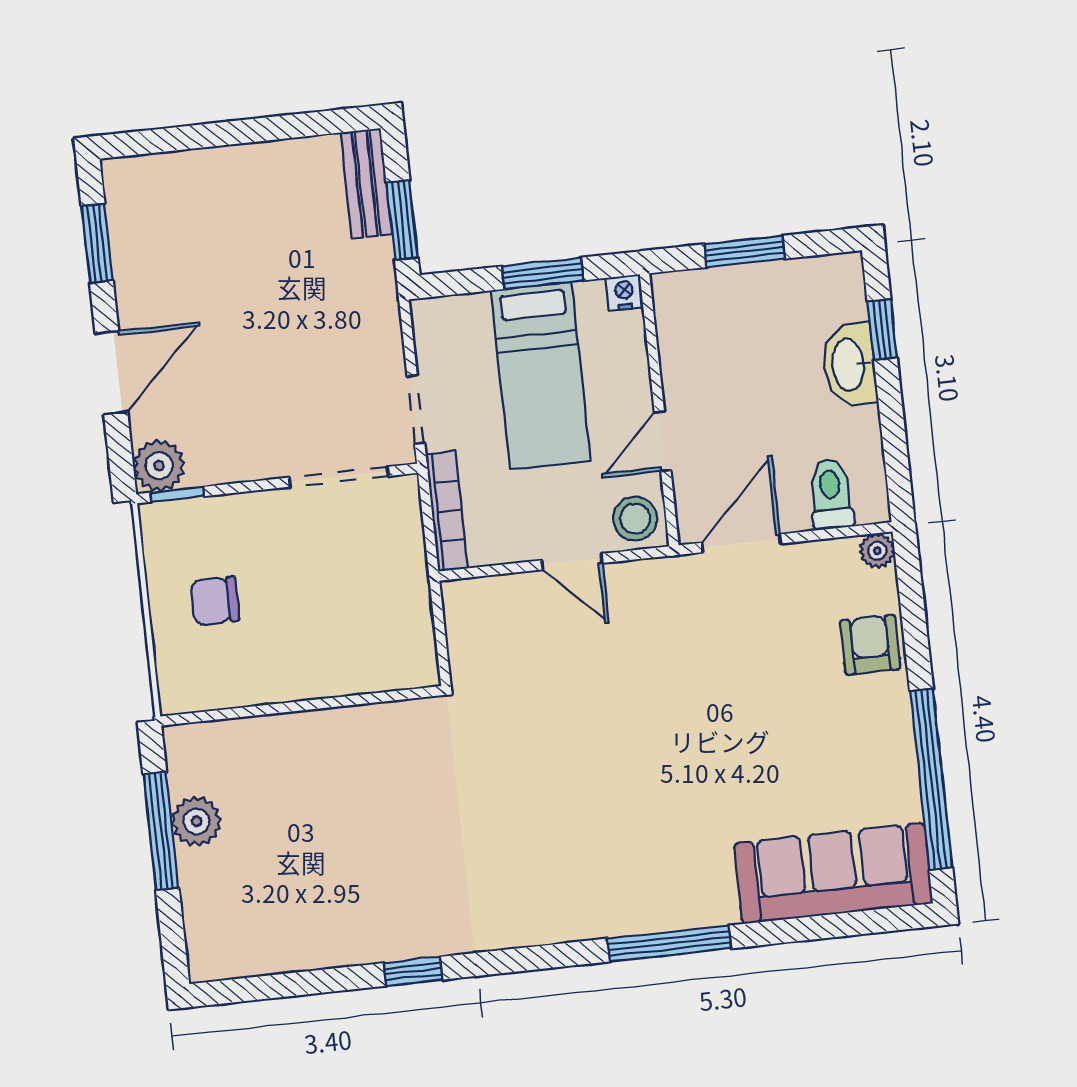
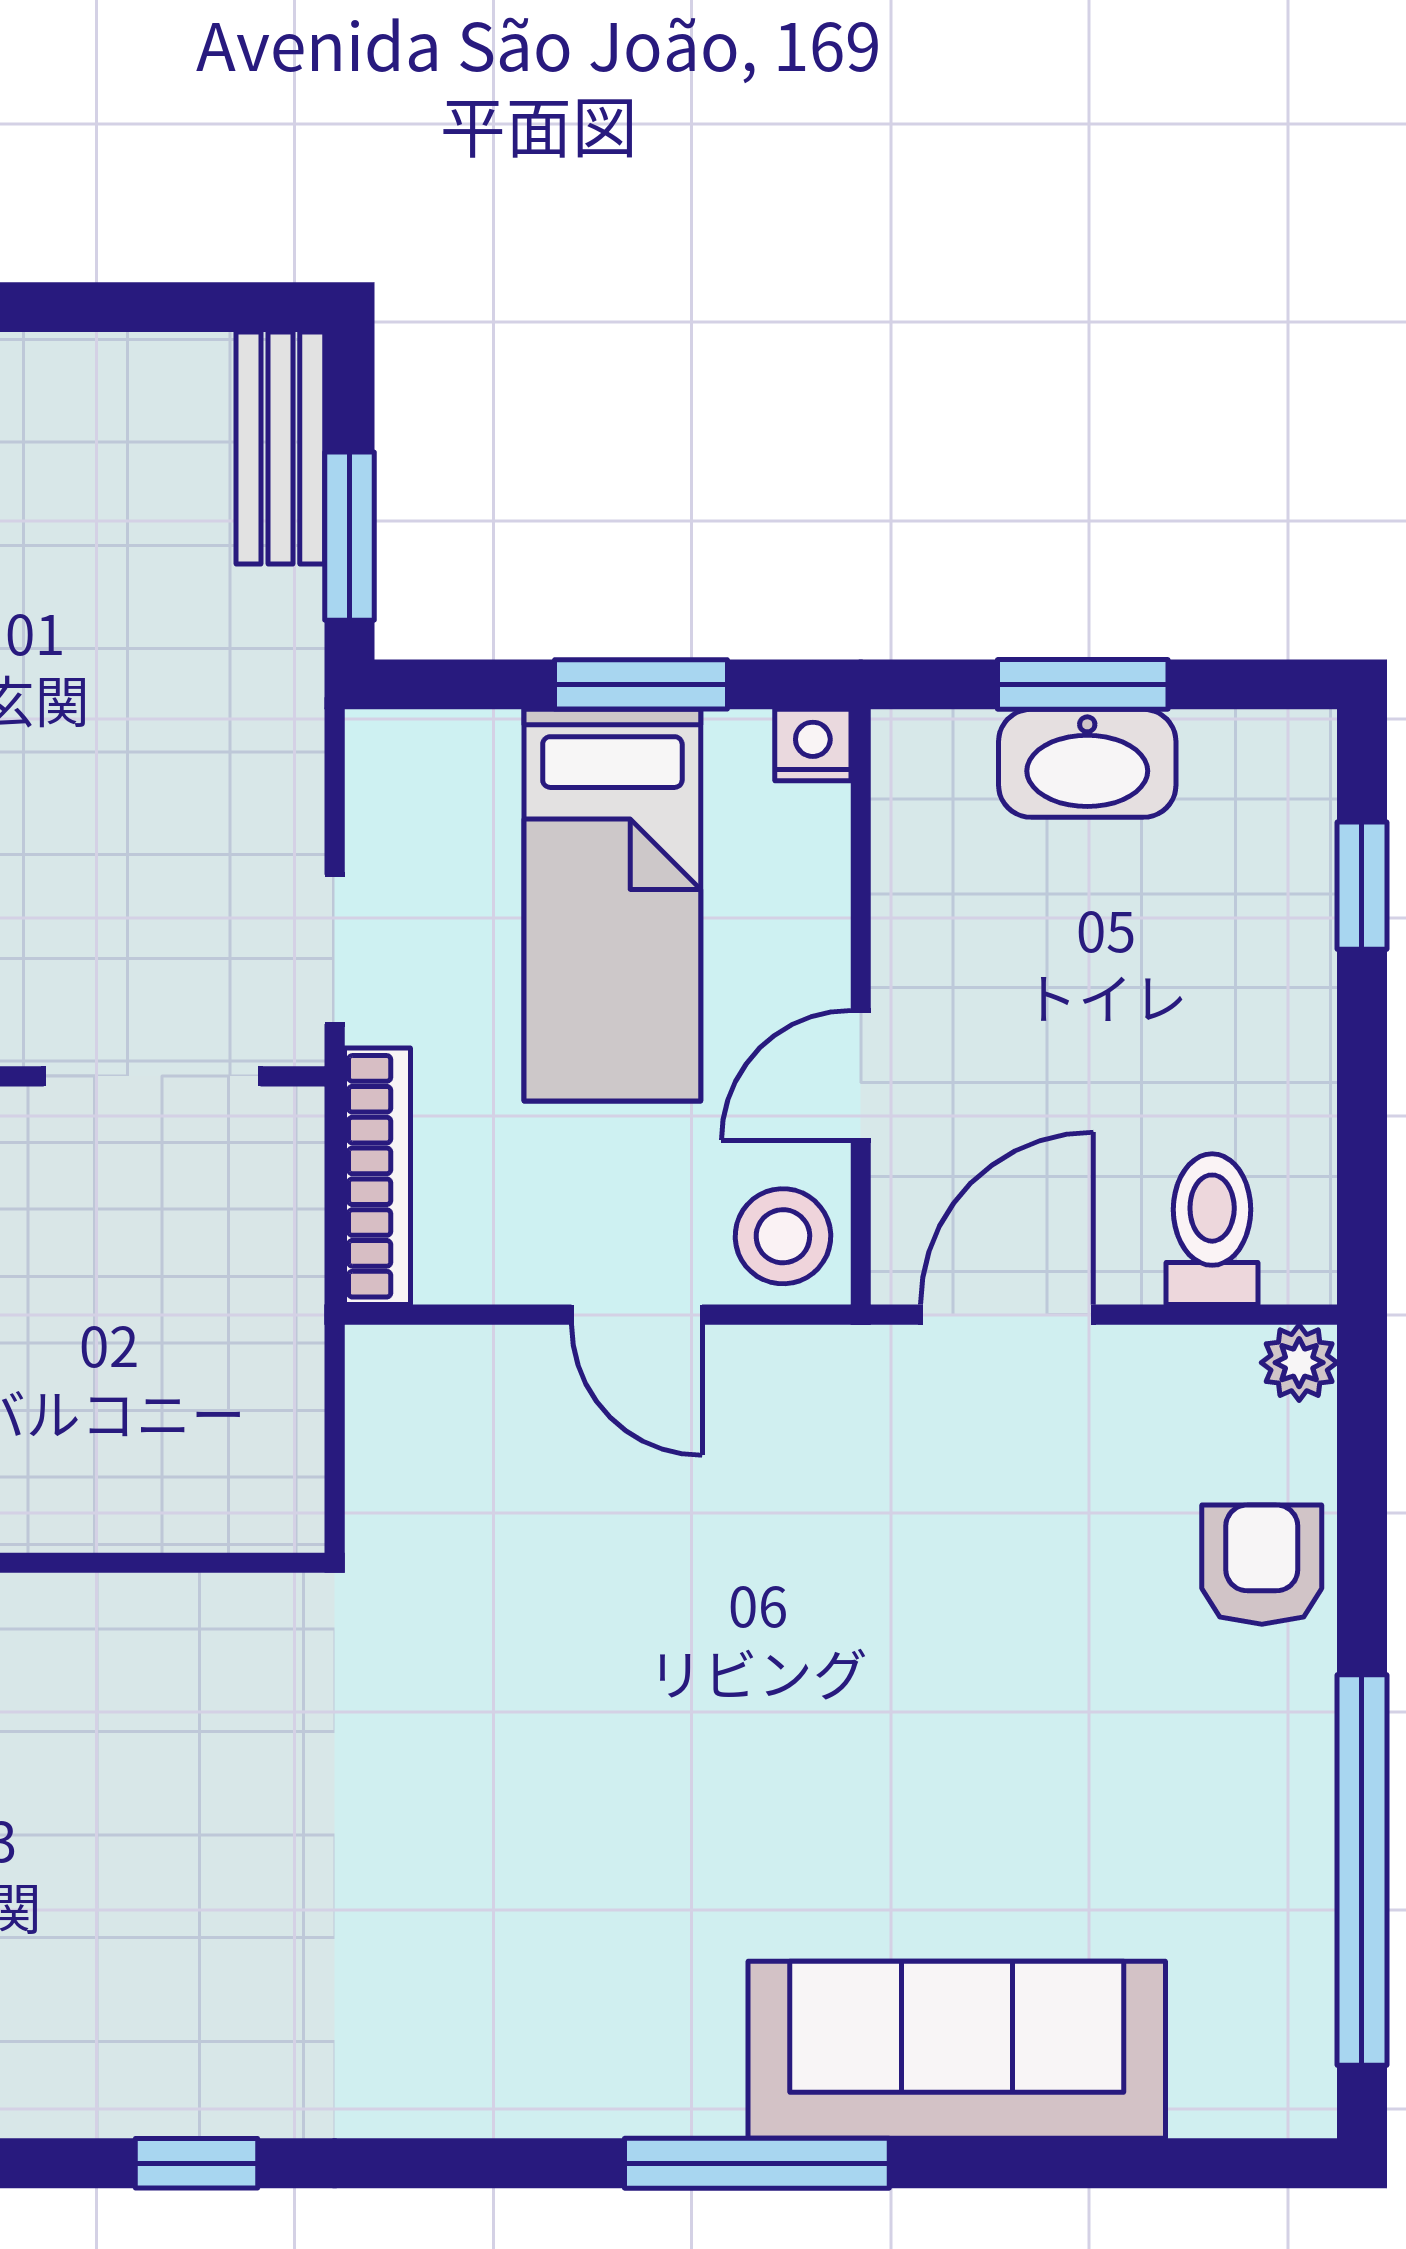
washbasin: (850, 365) -> (1087, 763), moved, turned -90
sofa: (833, 873) -> (957, 2050), moved

